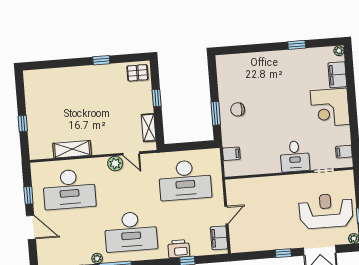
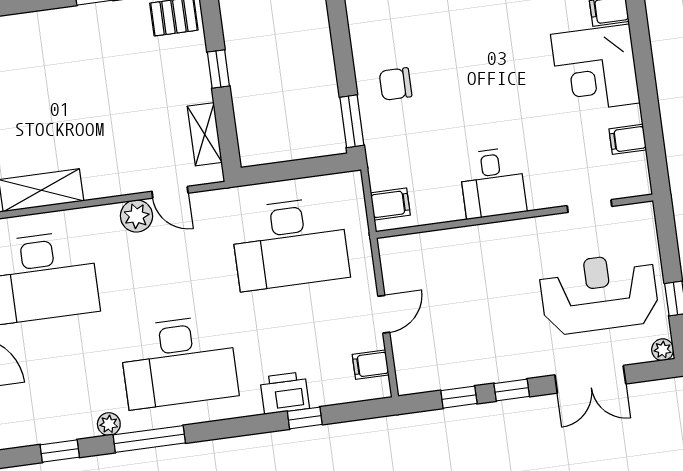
window: (216, 113) -> (352, 121), moved
filing cabinet: (344, 152) -> (628, 139), moved
filing cabinet: (231, 154) -> (390, 204), moved
desk: (295, 156) -> (493, 183), moved
filing cabinet: (219, 238) -> (371, 365), width x0.50
window: (259, 255) -> (459, 397), added

